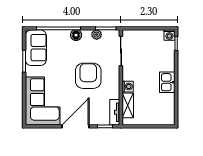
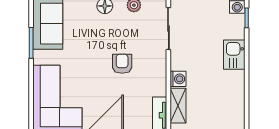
armchair: (88, 76) -> (122, 64), width x0.53, depth x0.53
kitchen sink: (167, 82) -> (234, 55), moved

